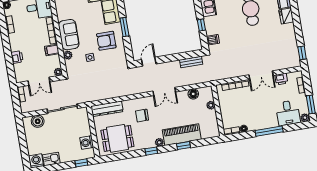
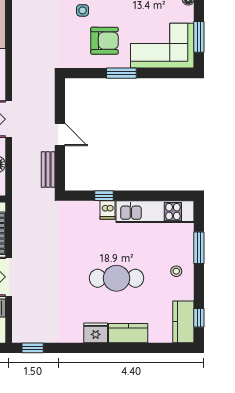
dishwasher: (213, 40) -> (108, 210), moved
armchair: (106, 41) -> (104, 41), turned 90
door: (149, 62) -> (60, 134), moved

